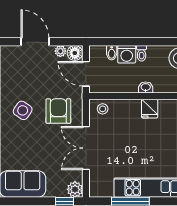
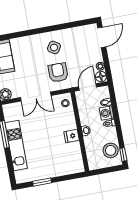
door: (35, 42) -> (102, 37), moved
armchair: (58, 111) -> (58, 73), turned -90
double door: (86, 148) -> (36, 97), swing flipped

